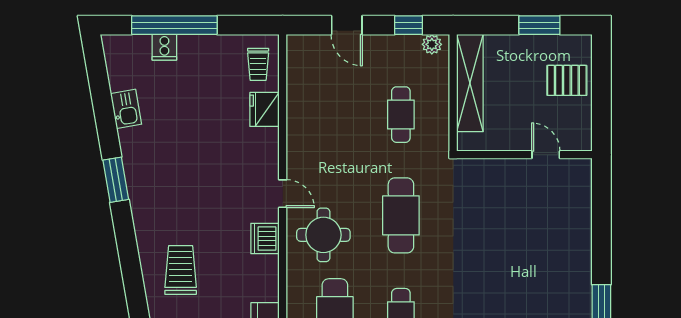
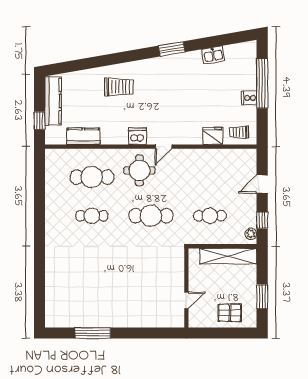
cooker: (164, 47) -> (249, 98), moved
pallet: (567, 80) -> (230, 313), turned 90

